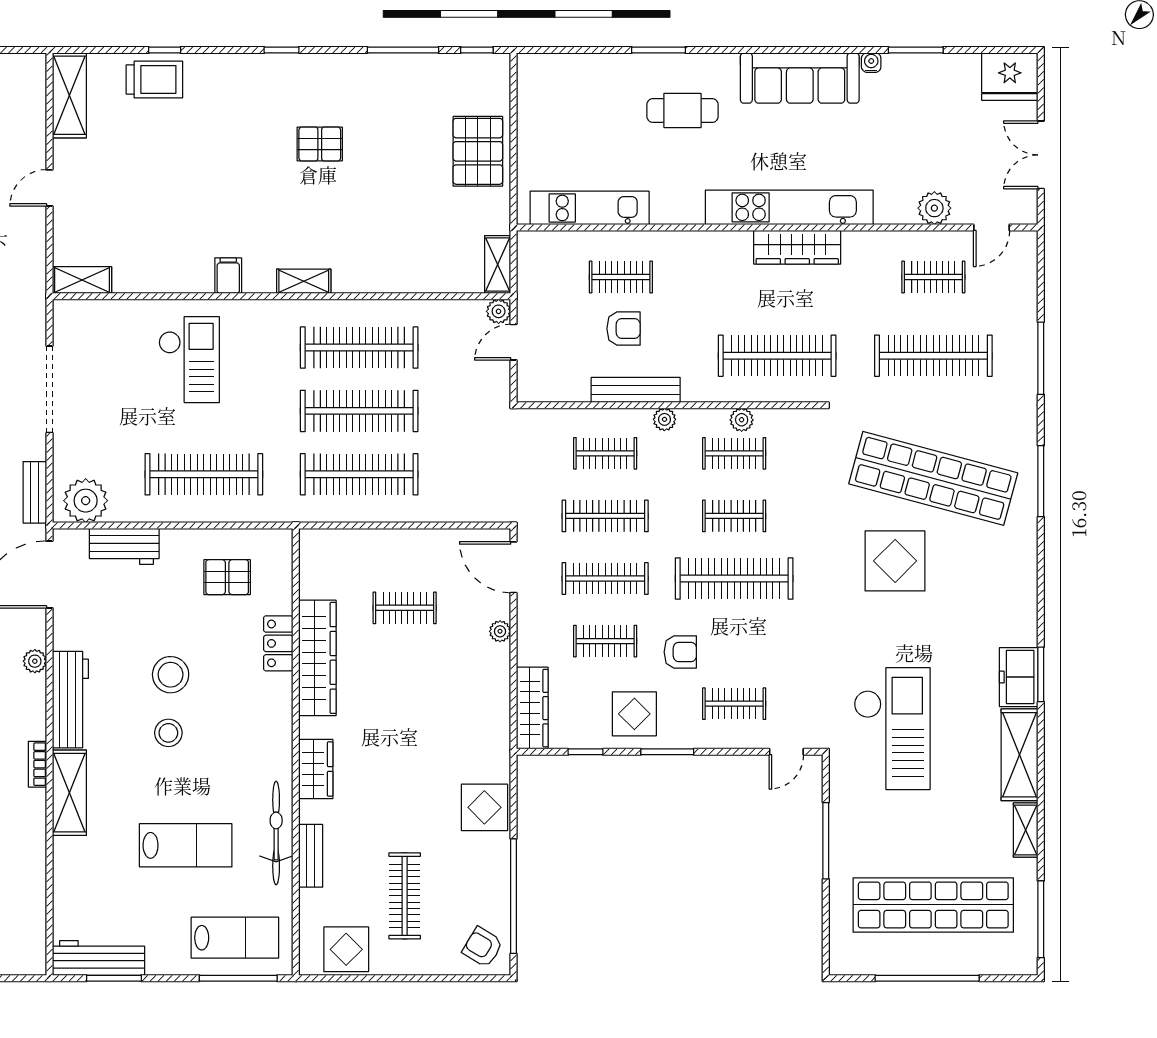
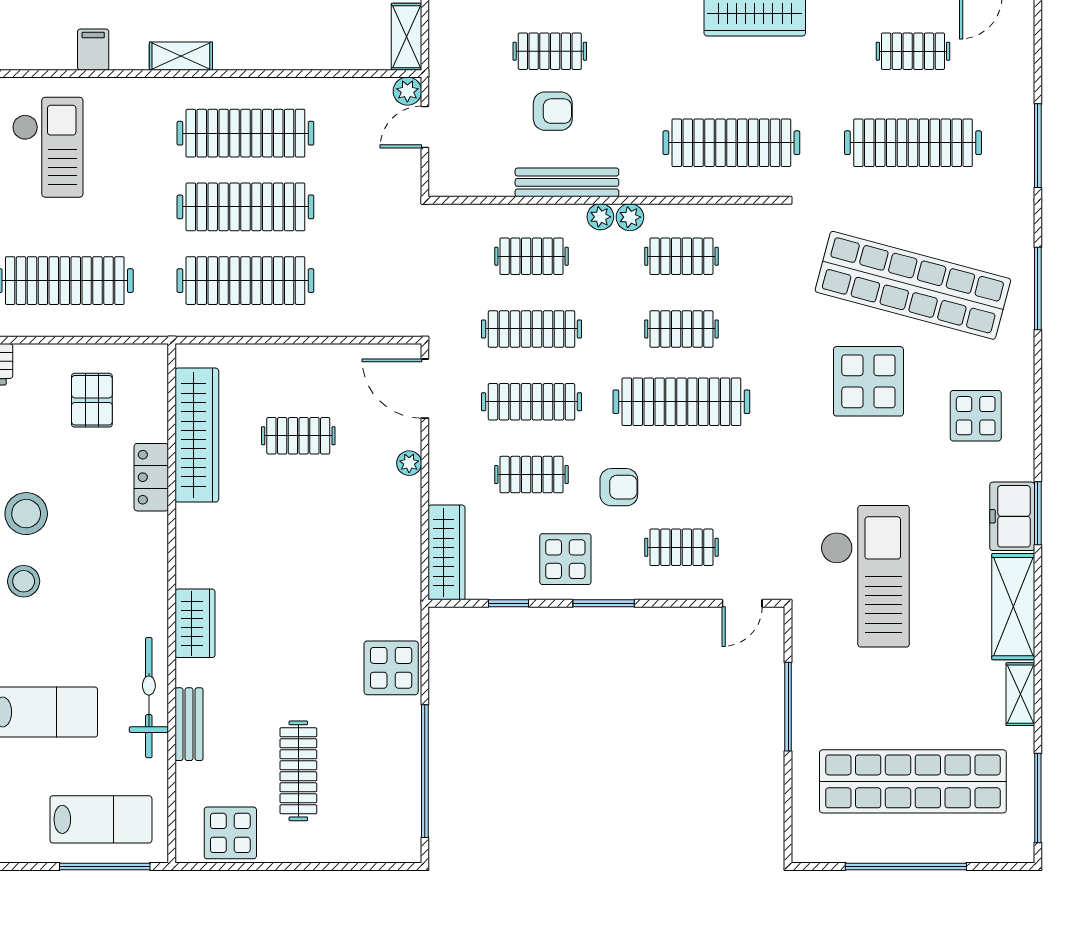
plant: (742, 420) -> (630, 217), moved
pallet: (227, 577) -> (92, 400), turned 90
display table: (987, 591) -> (976, 416), added
wardrobe: (317, 658) -> (197, 435), moved
armchair: (483, 947) -> (389, 830), removed

